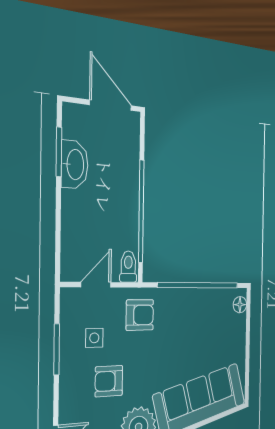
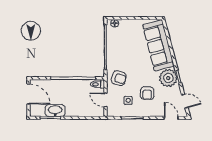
door: (111, 105) -> (28, 94), swing flipped
armchair: (140, 315) -> (119, 78), turned 107

